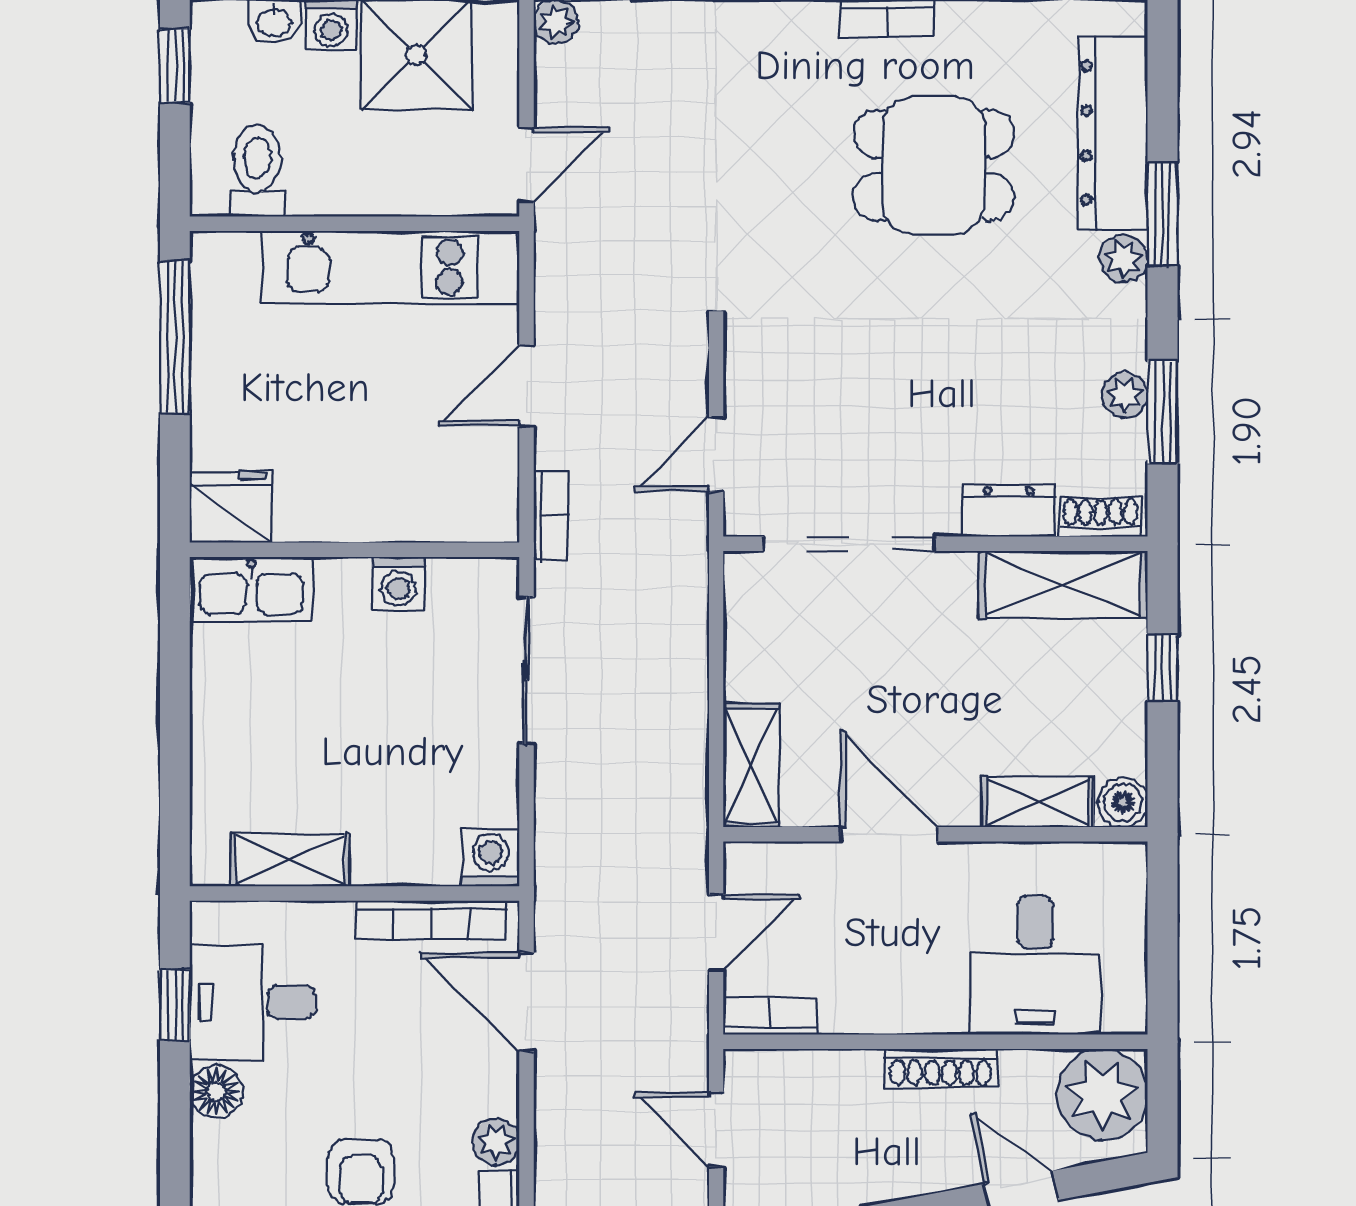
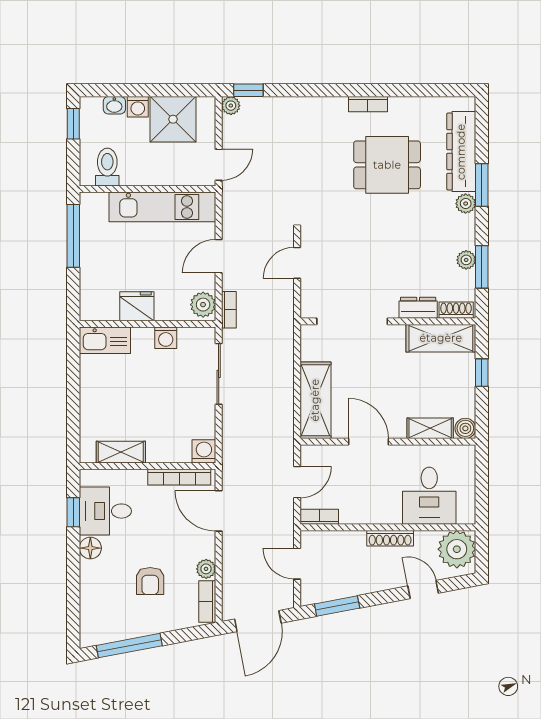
door: (716, 454) -> (297, 263), moved
plant: (489, 503) -> (203, 305), added
fridge: (231, 507) -> (137, 306), moved
shelving: (751, 765) -> (315, 400), width x1.50, depth x1.33

